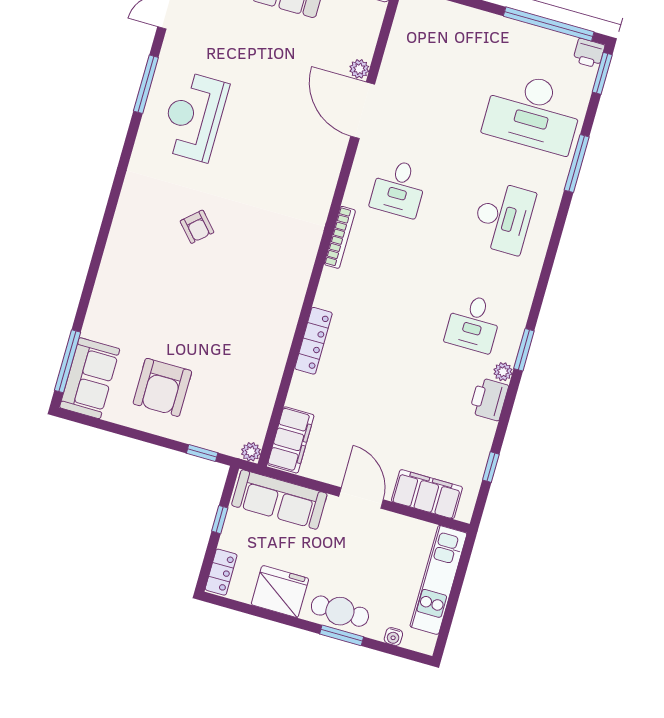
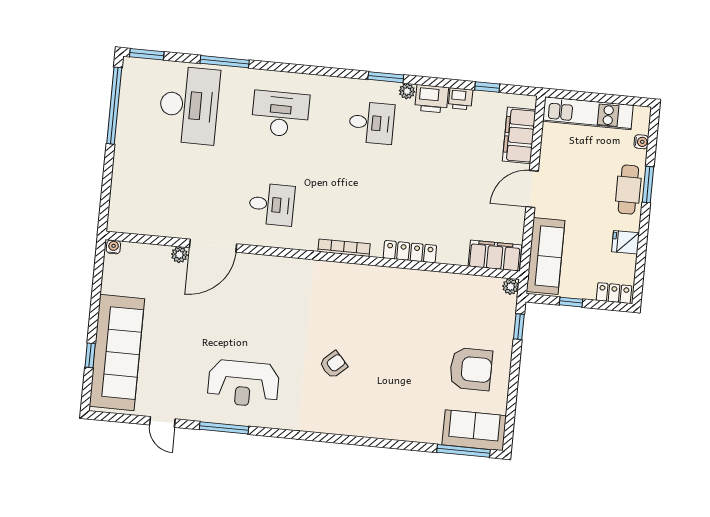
printer: (589, 53) -> (460, 99), moved, turned 90
bookcase: (340, 237) -> (344, 248), moved
fridge: (280, 592) -> (626, 242), width x0.53, depth x0.75

